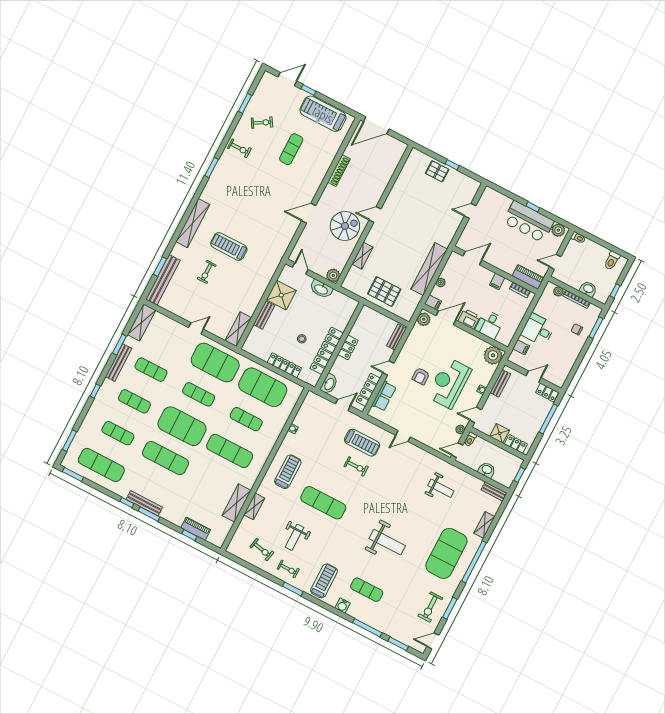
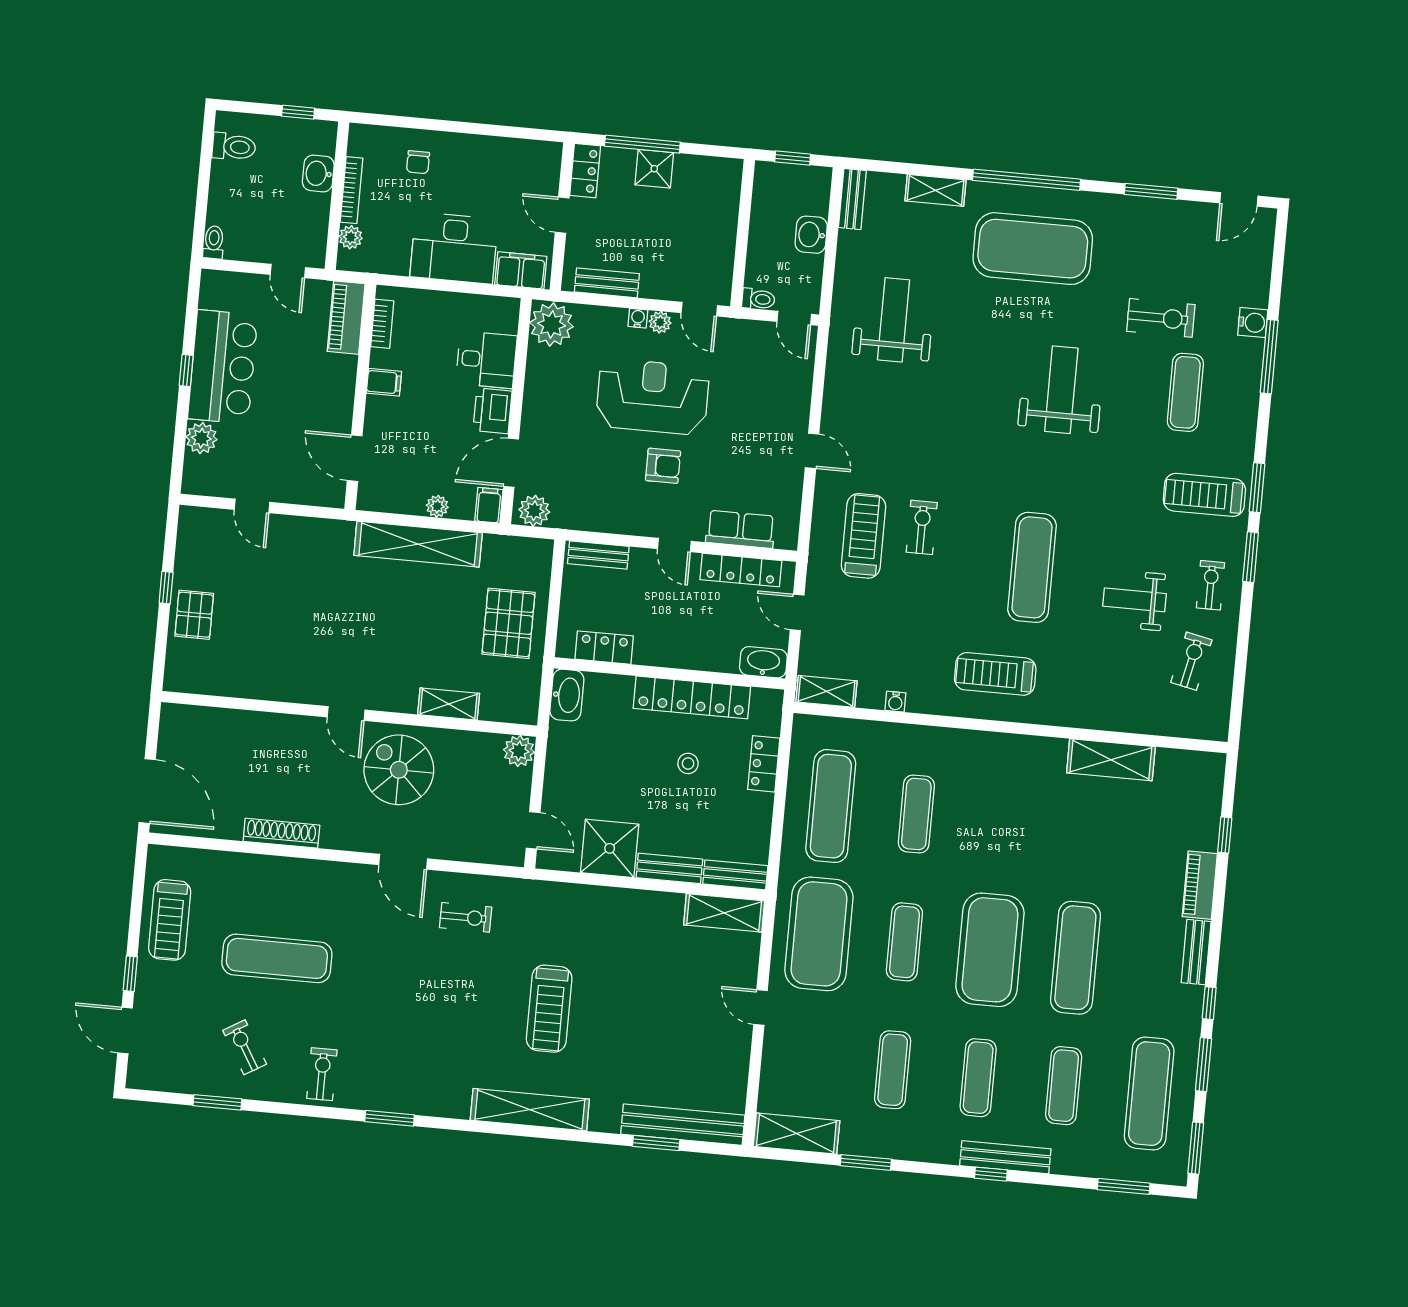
treadmill: (323, 114) -> (170, 920), width x0.73, depth x0.73
exercise mat: (291, 149) -> (277, 958), width x1.36, depth x1.45
plant: (558, 230) -> (201, 438), moved
door: (300, 268) -> (533, 830), swing flipped
exercise bike: (207, 272) -> (466, 917), moved
washbasin: (321, 289) -> (567, 695), moved
door: (446, 318) -> (511, 463), hinge flipped
window: (596, 328) -> (397, 121), removed
desk: (538, 330) -> (454, 248), width x1.37
bench: (251, 340) -> (735, 875), added
locker: (348, 347) -> (604, 648), moved
filing cabinet: (521, 347) -> (521, 270), width x2.00
bench: (119, 363) -> (1005, 1157), moved
locker: (284, 365) -> (764, 764), width x0.66
reception desk: (449, 383) -> (653, 397), turned 180
exercise mat: (263, 387) -> (831, 806), width x0.68
plant: (460, 429) -> (660, 322), moved
shower: (500, 433) -> (654, 169), moved
locker: (516, 444) -> (727, 194), removed
exercise mat: (230, 451) -> (1002, 822), removed
weight bench: (441, 488) -> (894, 320), width x1.36, depth x1.33
bench: (144, 503) -> (1196, 952), width x0.73
shelving: (254, 506) -> (827, 691), moved
window: (149, 514) -> (1204, 1065), moved
piano: (196, 529) -> (1200, 885), moved
weight bench: (295, 537) -> (1134, 600), turned 180
water cooler: (343, 606) -> (1253, 323), moved
exercise bike: (430, 607) -> (1161, 318), moved
door: (433, 641) -> (1239, 199), hinge flipped
window: (398, 644) -> (1257, 488), moved

